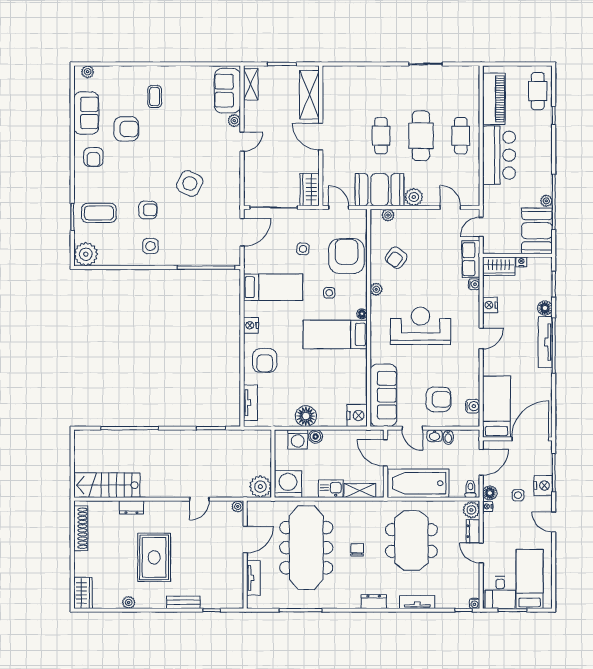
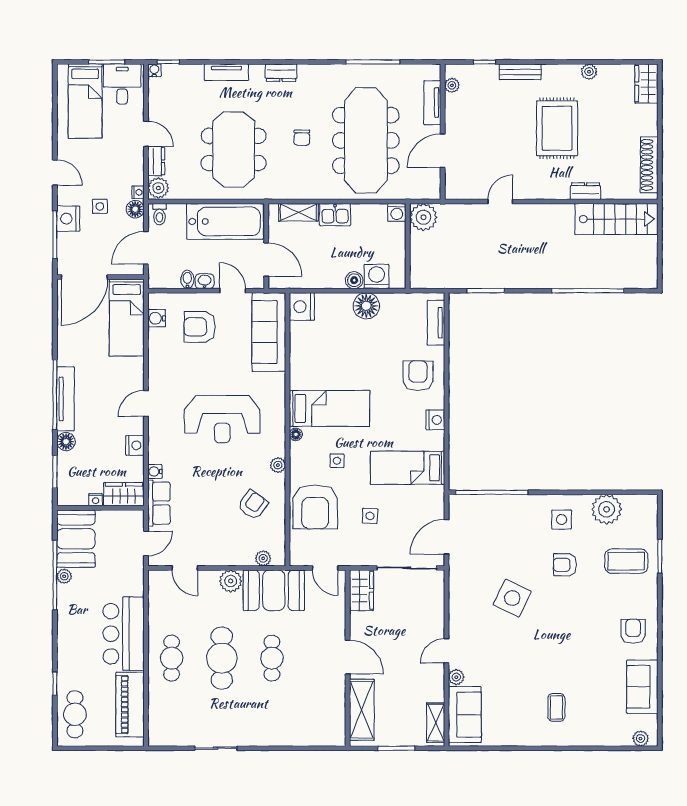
armchair: (126, 129) -> (592, 667), removed
plant: (86, 254) -> (607, 509), moved
washing machine: (288, 484) -> (397, 212), width x0.53, depth x0.53
plant: (238, 506) -> (452, 85), moved

